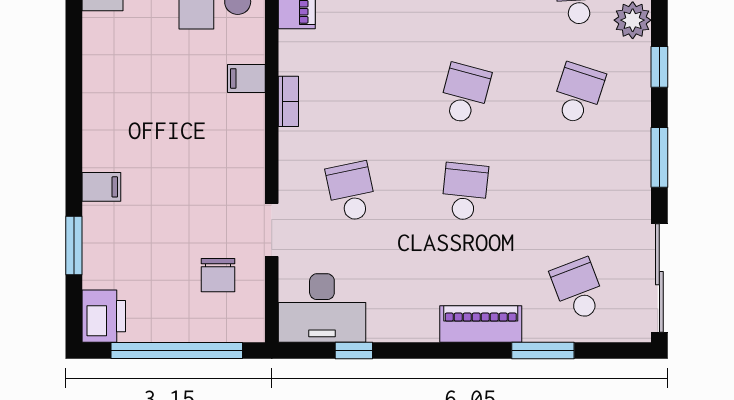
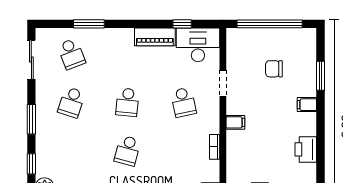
filing cabinet: (246, 78) -> (235, 122), moved
school desk: (578, 94) -> (71, 102), moved
chair: (218, 275) -> (274, 69), moved, turned -90
sliding door: (659, 278) -> (31, 60), width x0.73
printer: (104, 316) -> (306, 149), moved
piano: (481, 324) -> (155, 37), moved

